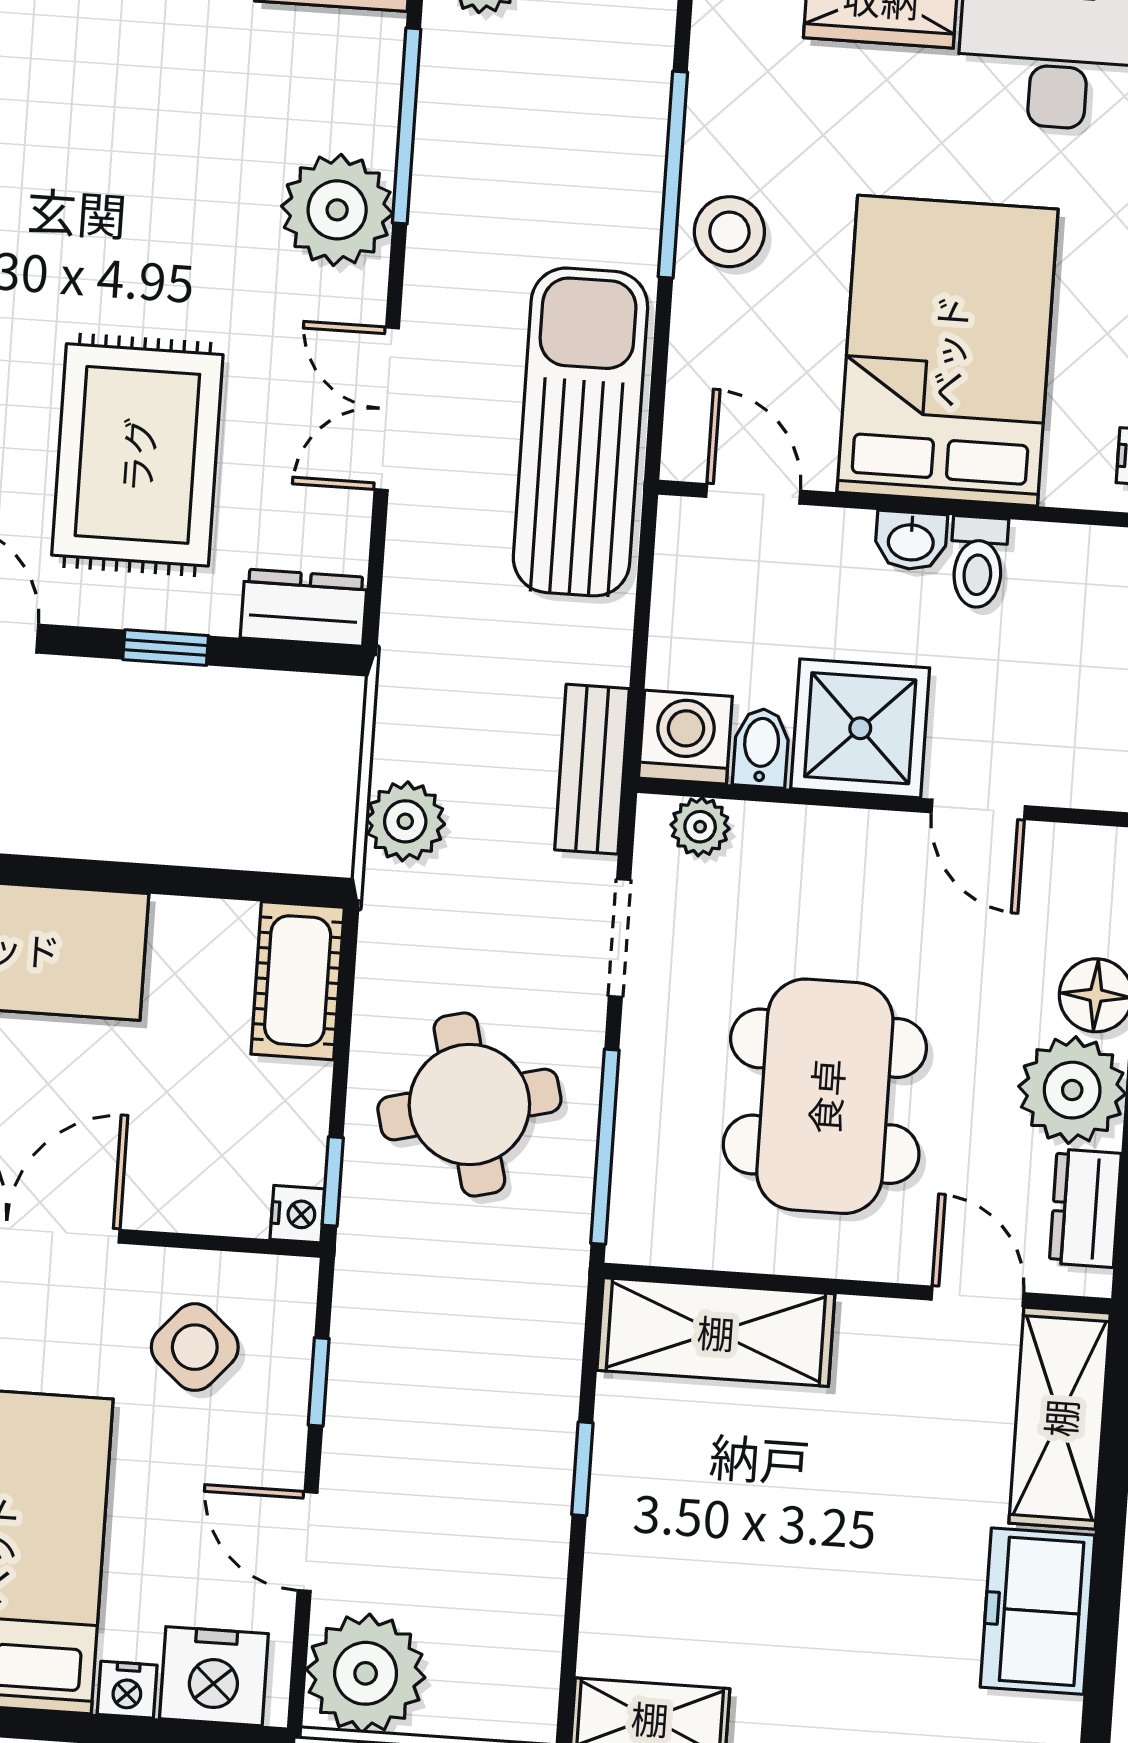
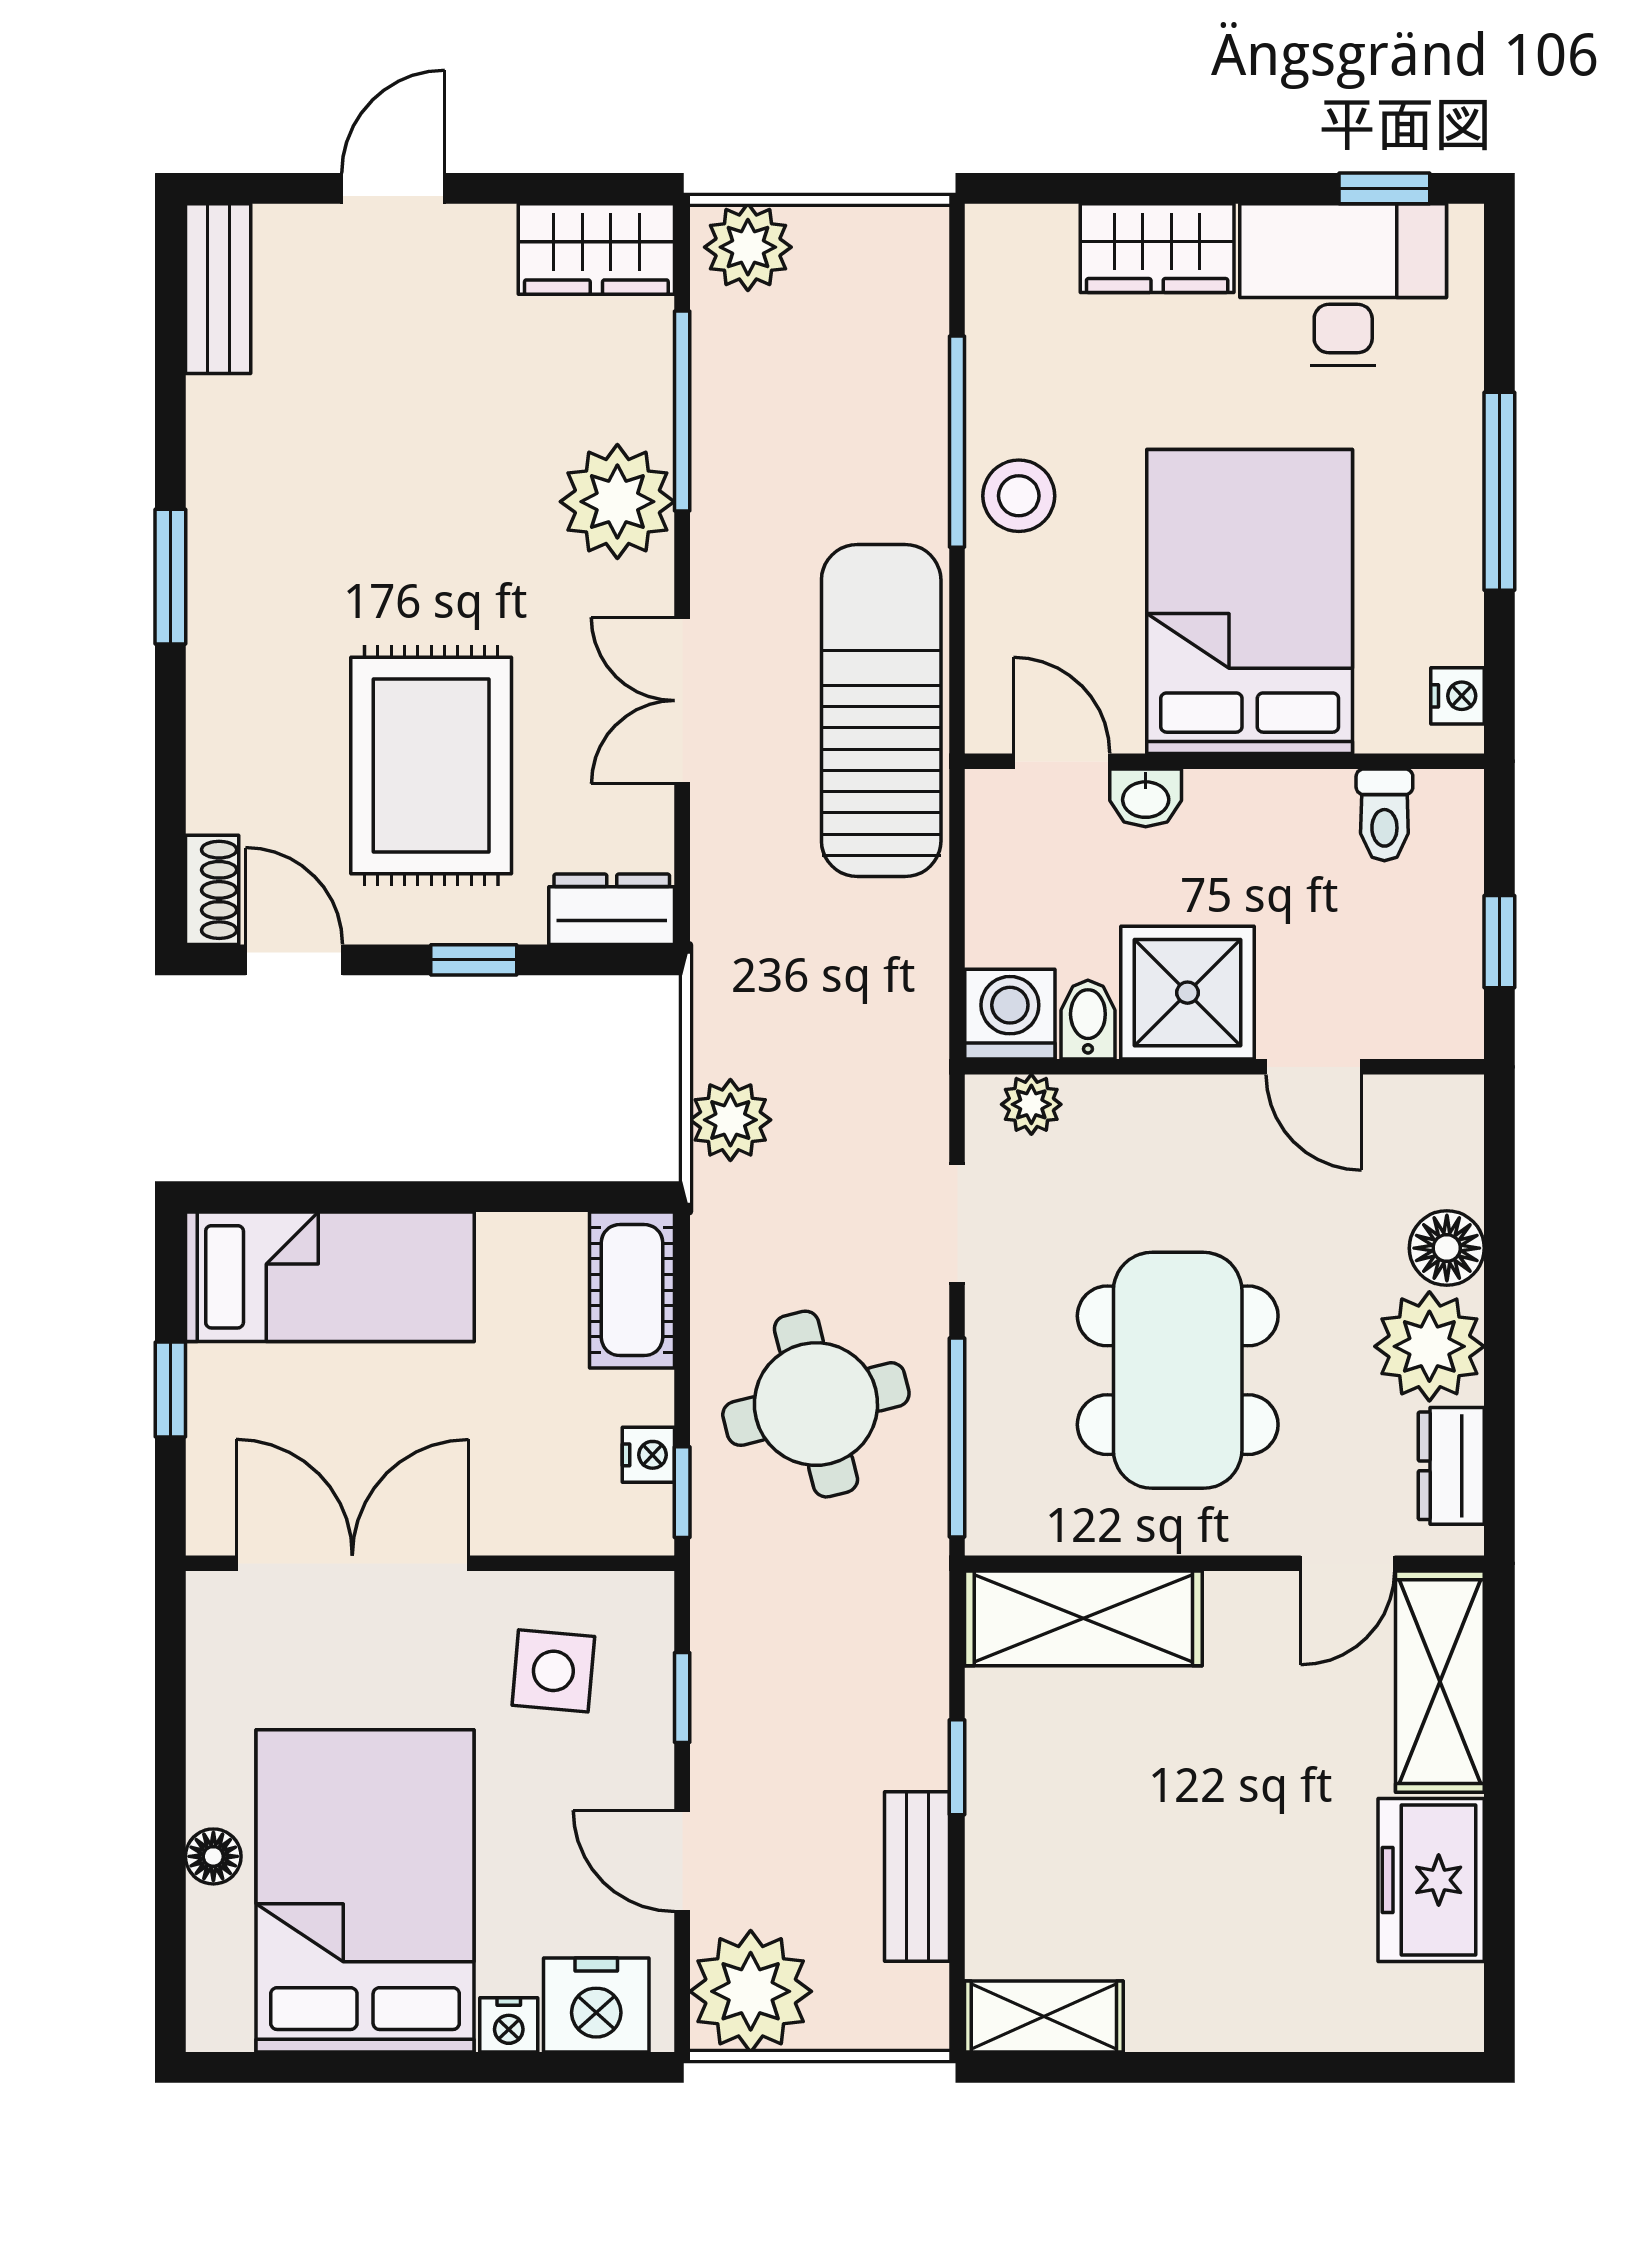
washbasin: (911, 541) -> (1146, 798), moved
toilet: (978, 562) -> (1384, 815), moved
bench: (592, 769) -> (917, 1876), moved
nightstand: (297, 1214) -> (648, 1455), moved
door: (977, 1296) -> (1348, 1563), swing flipped
side table: (195, 1347) -> (553, 1671), turned -36

